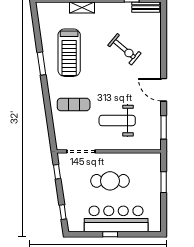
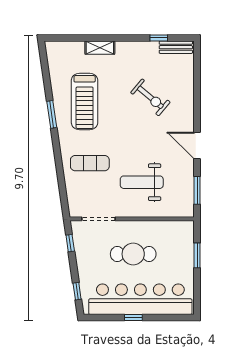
bar counter: (116, 219) -> (140, 299), width x1.36

